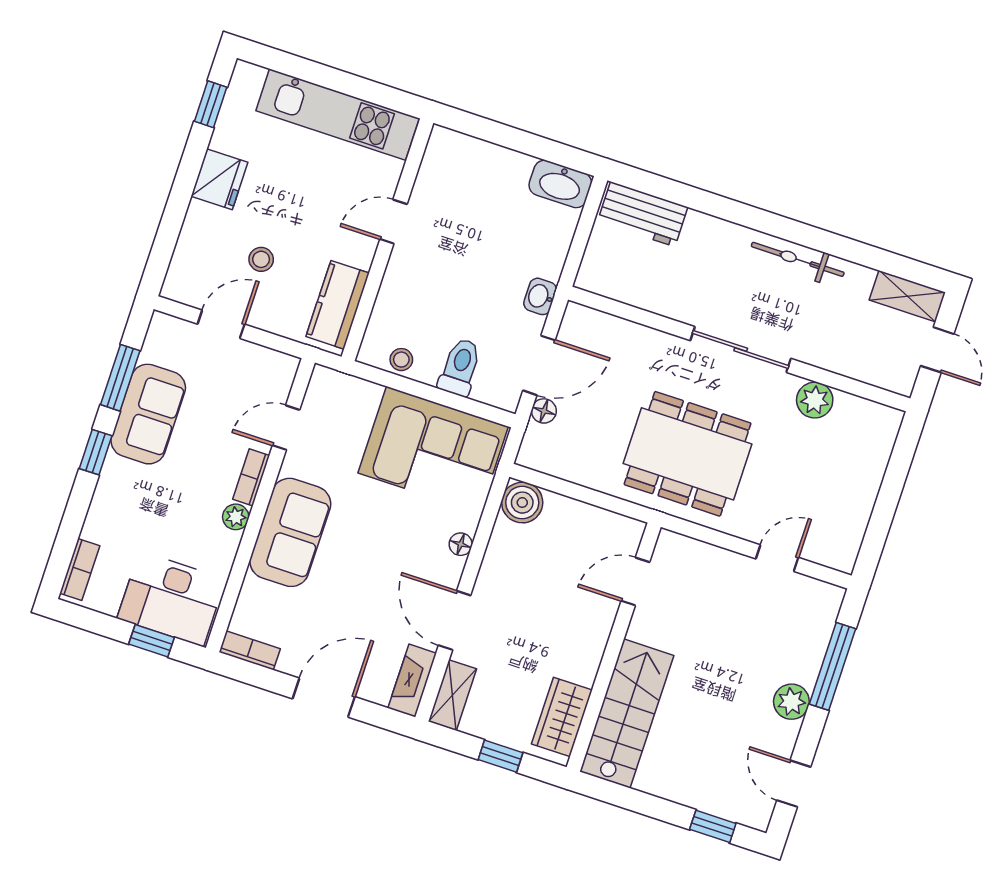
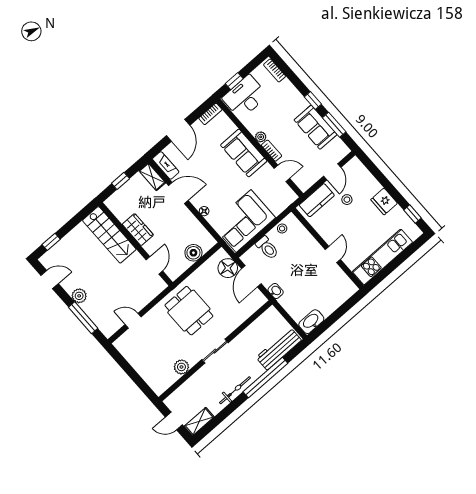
window: (734, 211) -> (265, 378), added
workbench: (643, 214) -> (279, 349), width x1.38
kitchen counter: (338, 305) -> (317, 200), moved, turned 90
sliding door: (741, 349) -> (215, 351), width x0.73
floor lamp: (544, 411) -> (228, 268), width x1.89, depth x1.89
door: (286, 428) -> (282, 173), hinge flipped
dining table: (688, 454) -> (189, 311), width x0.73
boiler: (522, 503) -> (193, 253), moved
door: (777, 558) -> (133, 321), swing flipped
wardrobe: (562, 717) -> (138, 230), moved

